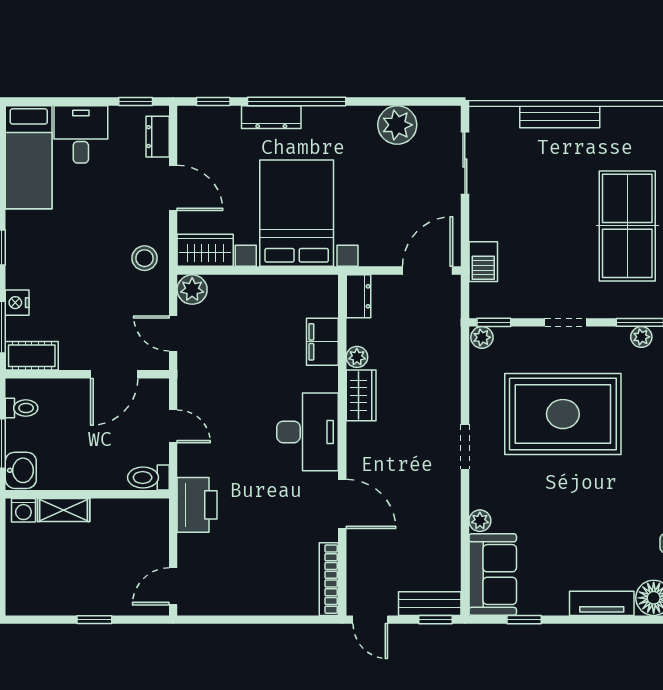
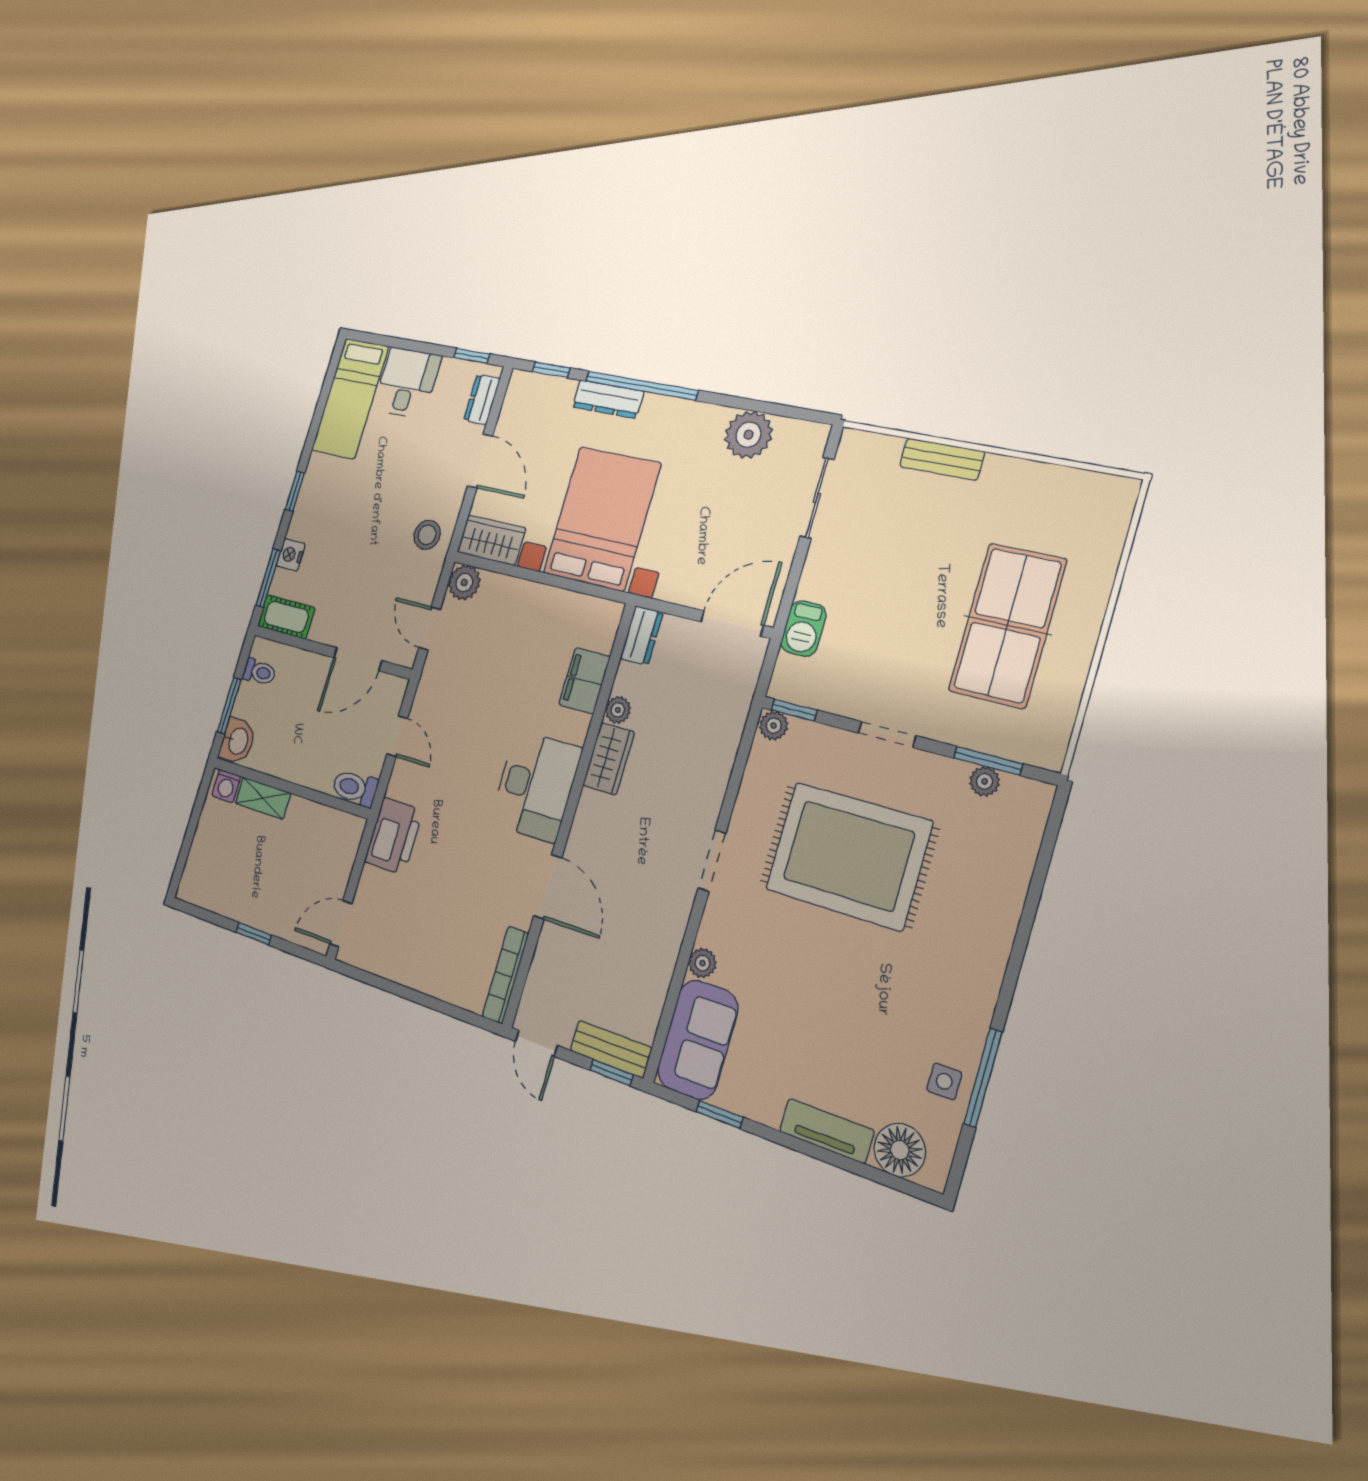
bench: (560, 117) -> (942, 459), width x0.73

